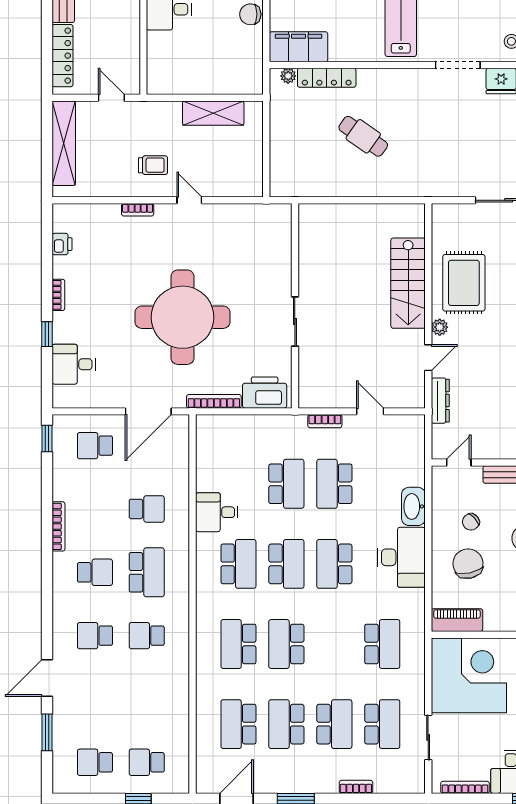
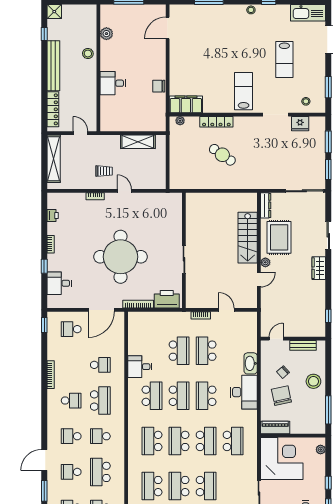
locker: (327, 78) -> (216, 122), moved
dresser: (440, 401) -> (266, 205), moved
school desk: (95, 699) -> (71, 472), added
school desk: (147, 699) -> (100, 472), added
school desk: (382, 724) -> (206, 441), moved

